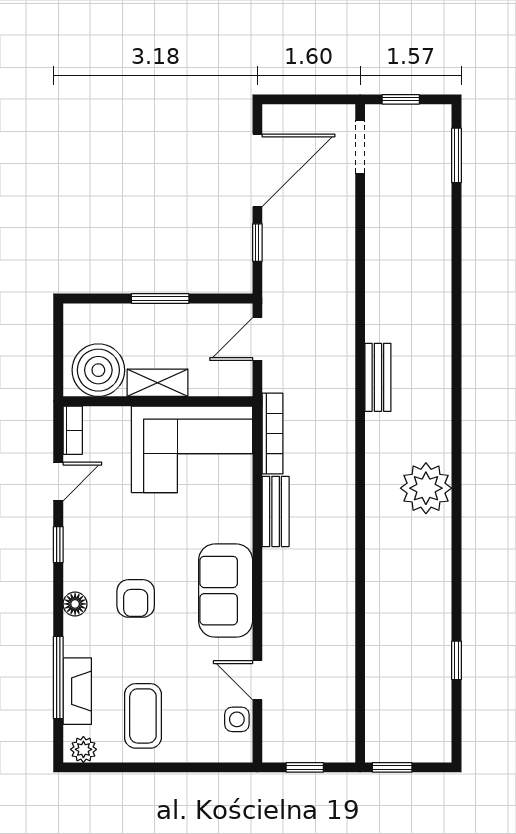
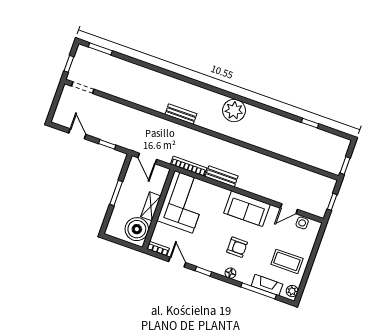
door: (257, 170) -> (77, 134), width x0.53

